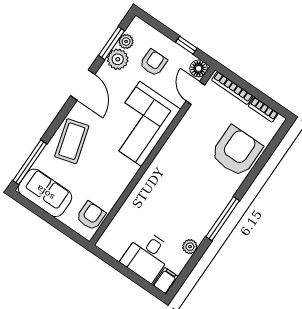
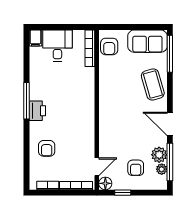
window: (111, 43) -> (170, 162), width x1.44
door: (195, 93) -> (97, 167), hinge flipped
corner sofa: (141, 124) -> (118, 125), removed
armchair: (236, 151) -> (47, 148), width x0.53, depth x0.53
printer: (218, 199) -> (37, 111), added
bookcase: (113, 228) -> (90, 48), added
plant: (190, 247) -> (35, 70), removed

